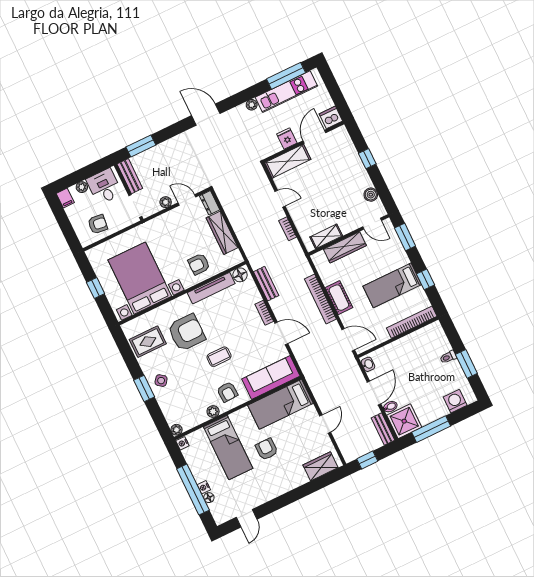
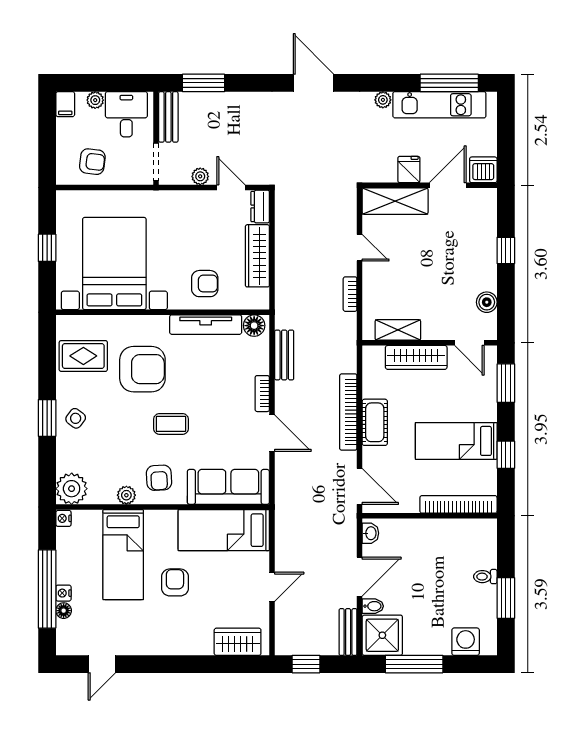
armchair: (199, 264) -> (205, 284), turned 180
plant: (177, 430) -> (72, 489), width x1.88, depth x1.88

